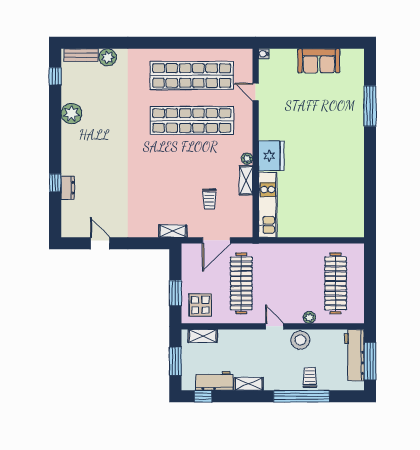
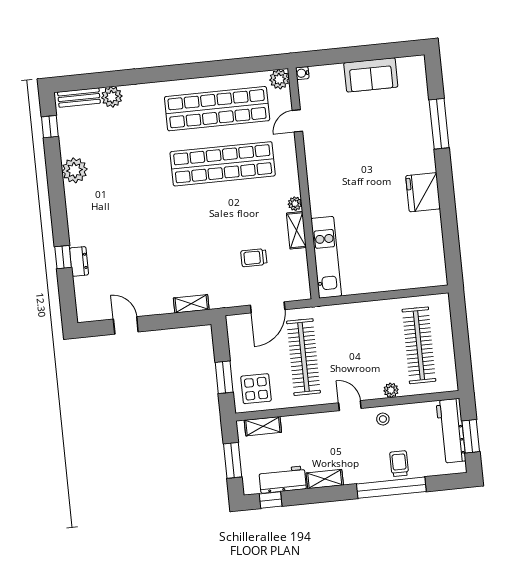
plant: (245, 57) -> (279, 79), added
door: (256, 92) -> (297, 121), hinge flipped
fridge: (271, 156) -> (423, 192), moved, turned 180
trolley: (209, 199) -> (254, 258), turned 90
shelving: (173, 231) -> (191, 304), moved
stool: (300, 340) -> (383, 419), width x0.53, depth x0.53
window: (370, 361) -> (471, 436), width x0.69

